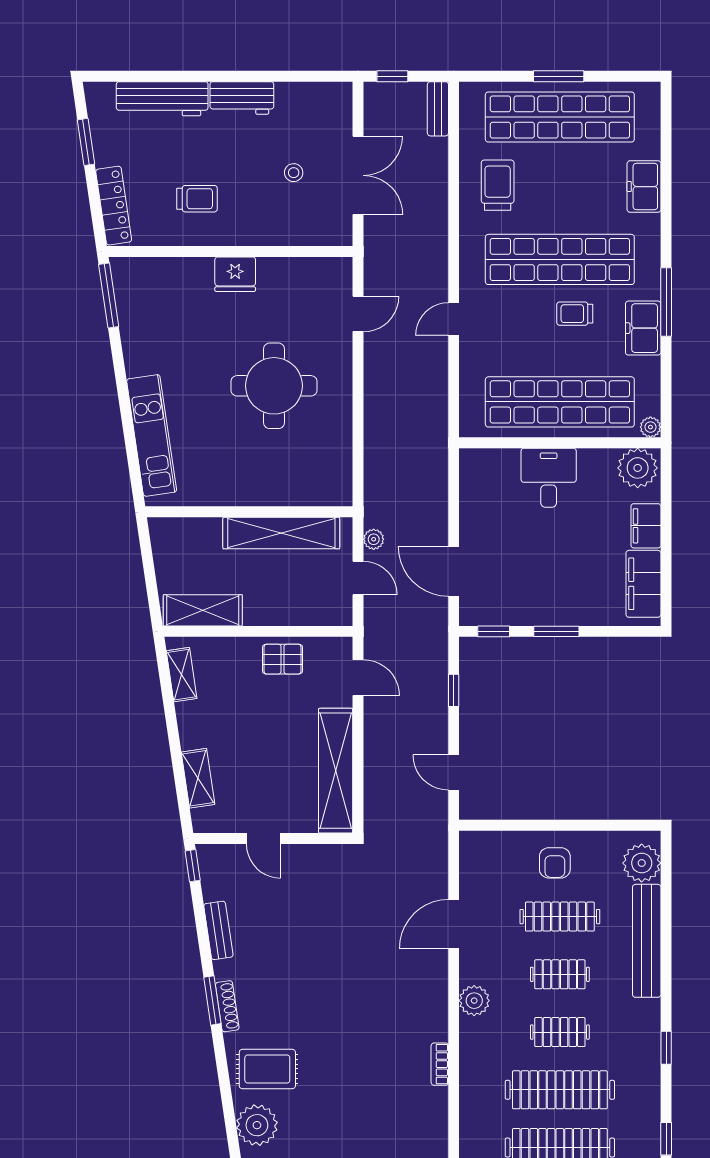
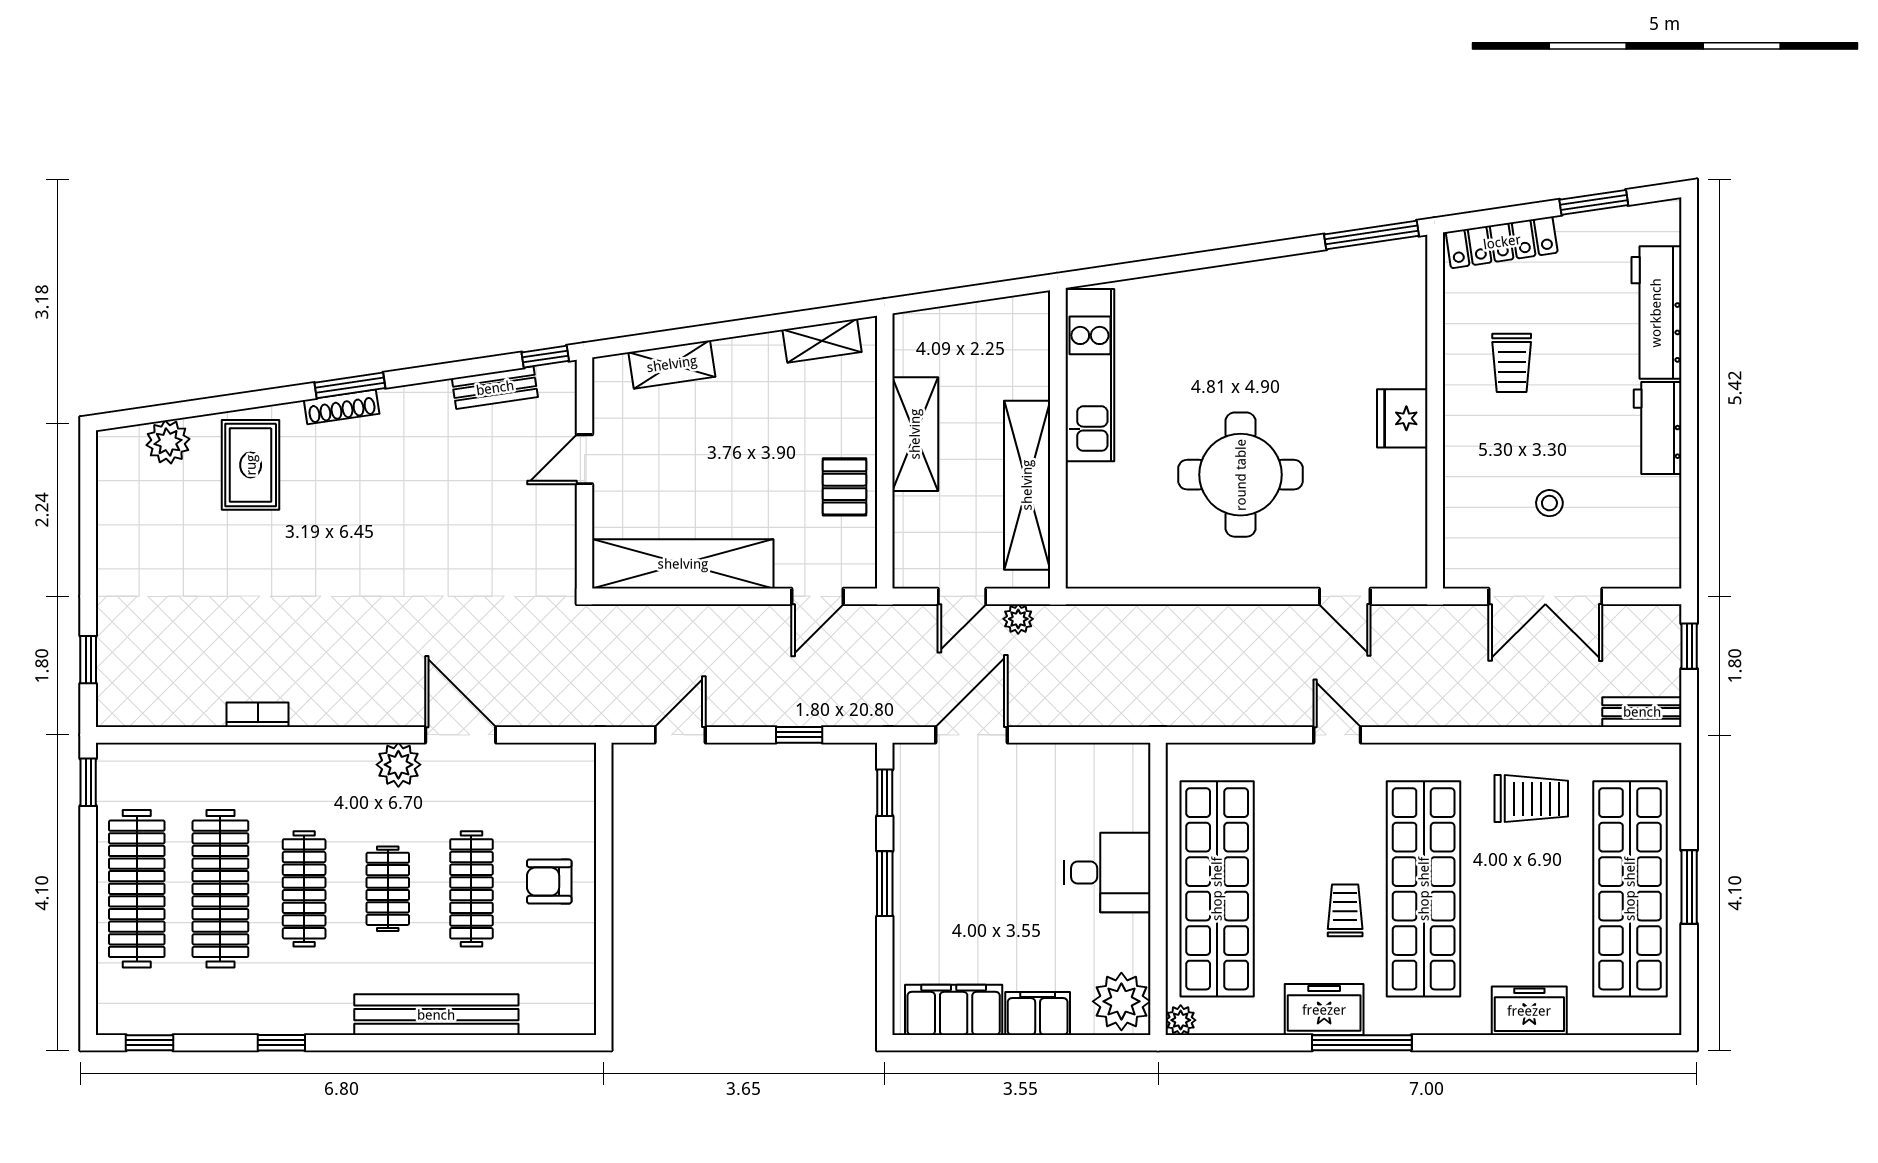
kitchen unit: (152, 435) -> (1090, 375), moved, turned -82
shelving: (203, 610) -> (915, 434), moved
plant: (642, 863) -> (549, 1007), removed
bench: (218, 930) -> (495, 388), moved
plant: (474, 1001) -> (398, 765), moved
clothes rail: (560, 1032) -> (304, 889), width x1.36
plant: (257, 1125) -> (168, 442), width x0.73, depth x0.73

